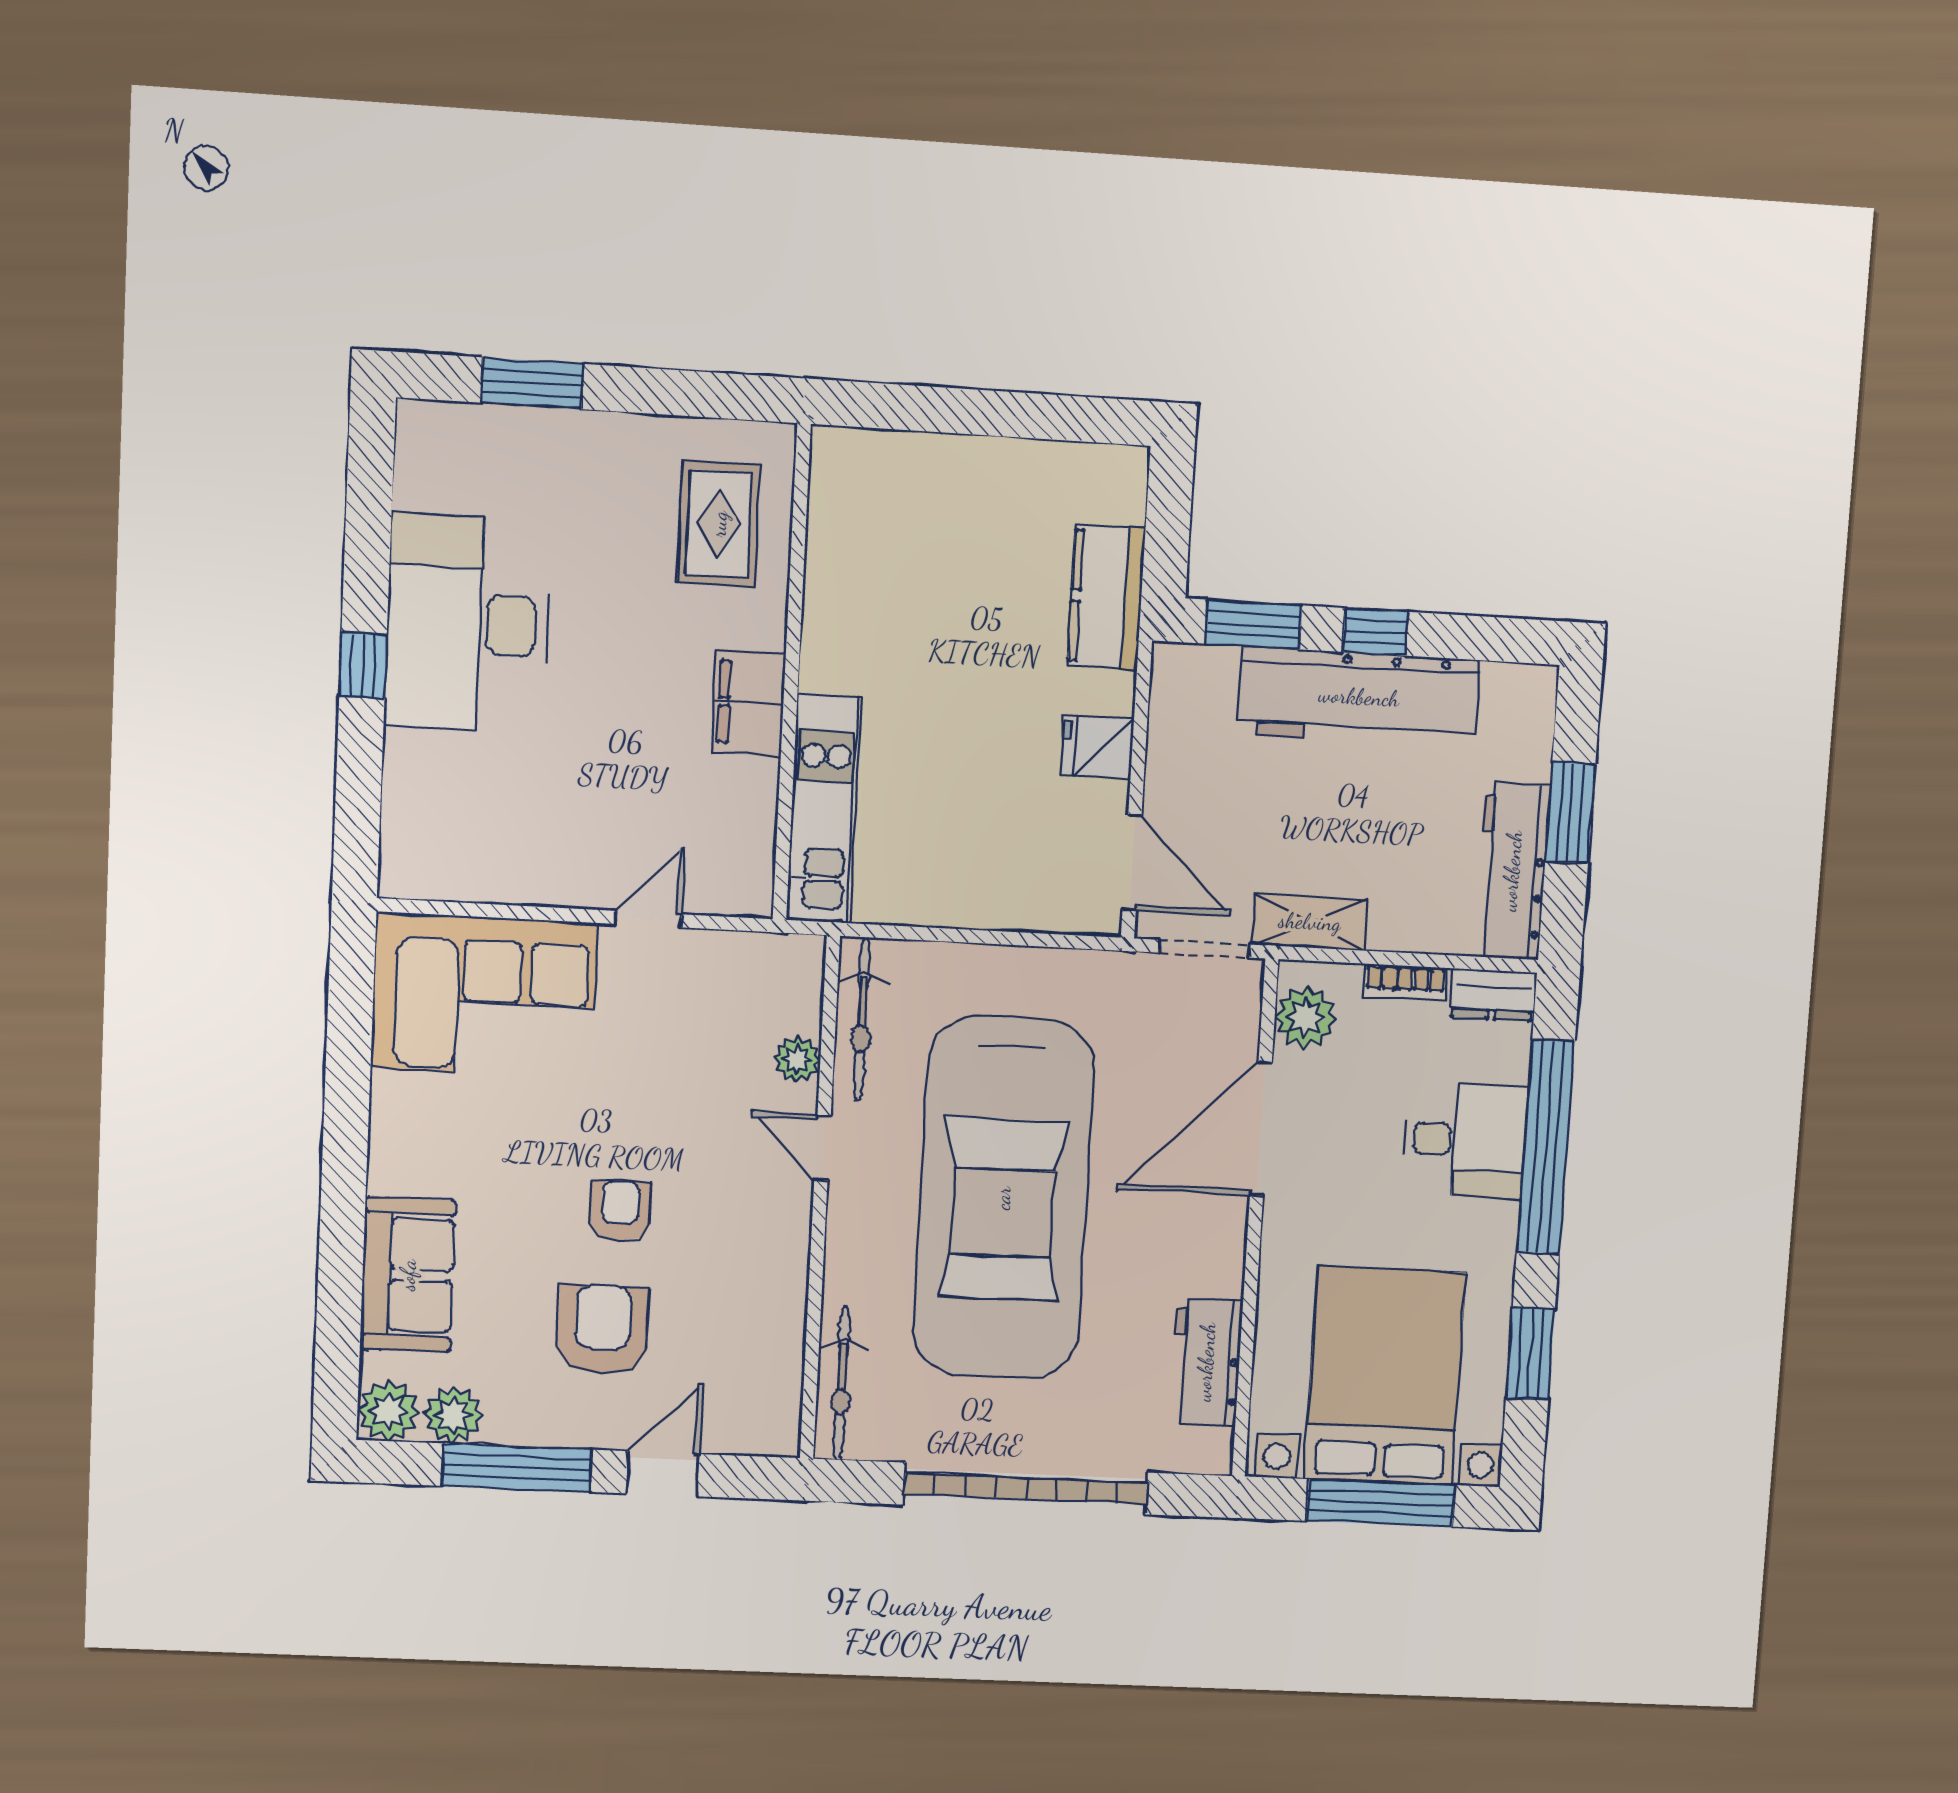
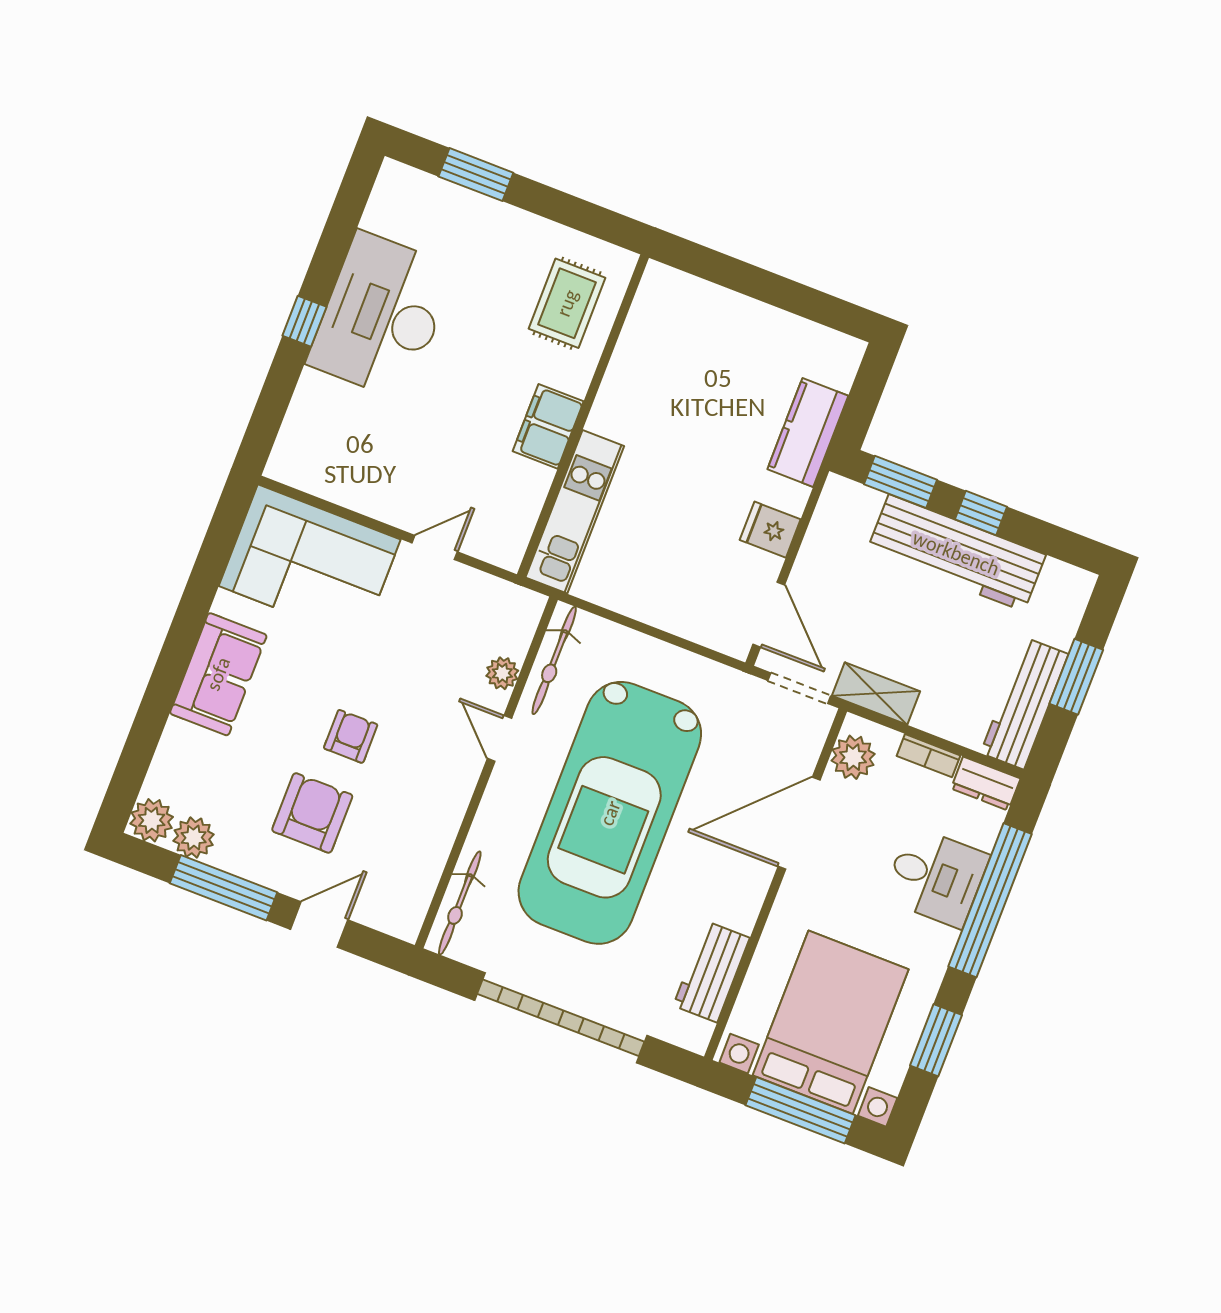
sofa: (408, 1275) -> (218, 674), moved

